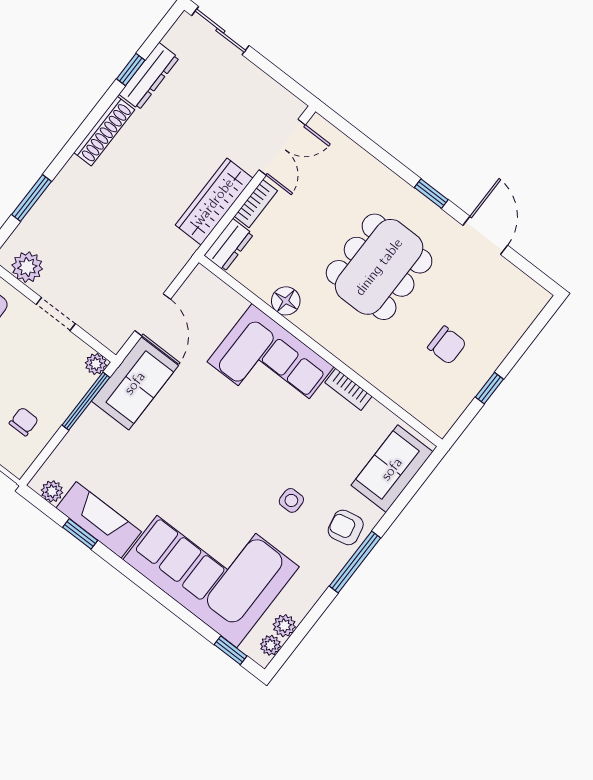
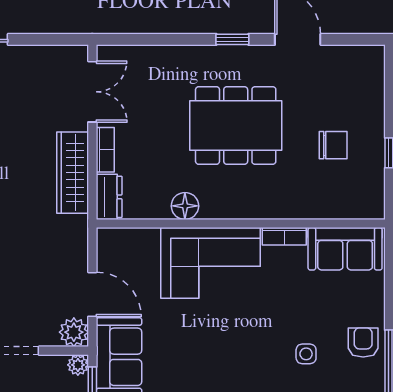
dining table: (379, 267) -> (236, 125), turned 90
plant: (113, 334) -> (74, 332), added
sofa: (392, 469) -> (345, 249), moved, turned -90
armchair: (346, 527) -> (363, 343), turned 102

